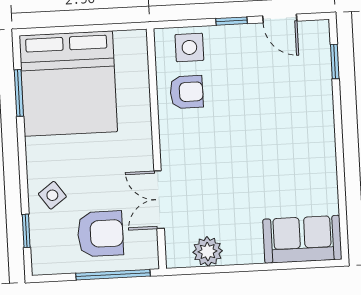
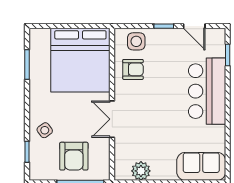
bed: (68, 84) -> (80, 60), moved
bar counter: (305, 120) -> (207, 91), added
double door: (159, 200) -> (112, 119), moved
armchair: (100, 234) -> (74, 156), turned 90

